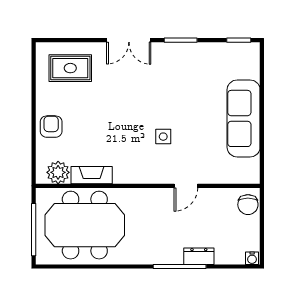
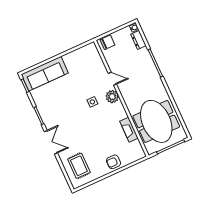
sofa: (244, 118) -> (45, 74), moved
plant: (58, 172) -> (112, 97), moved
dresser: (199, 256) -> (138, 40), moved

